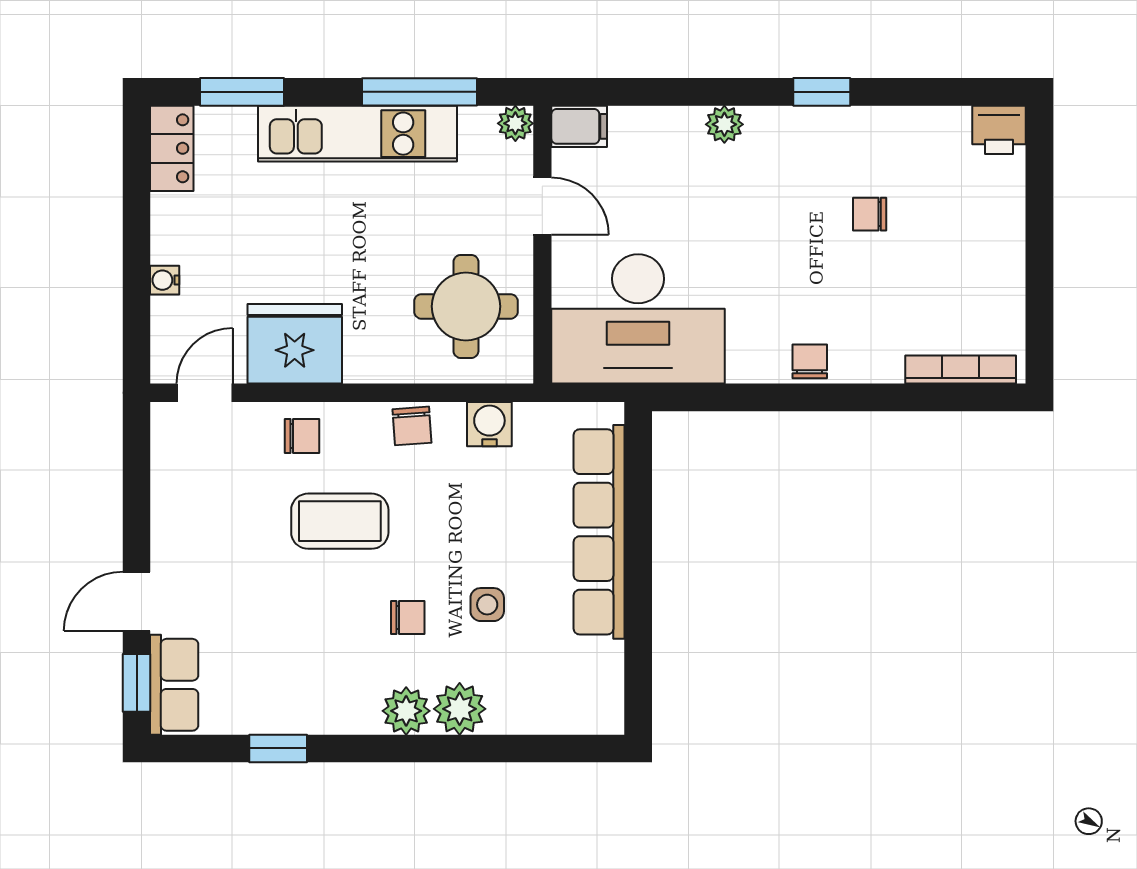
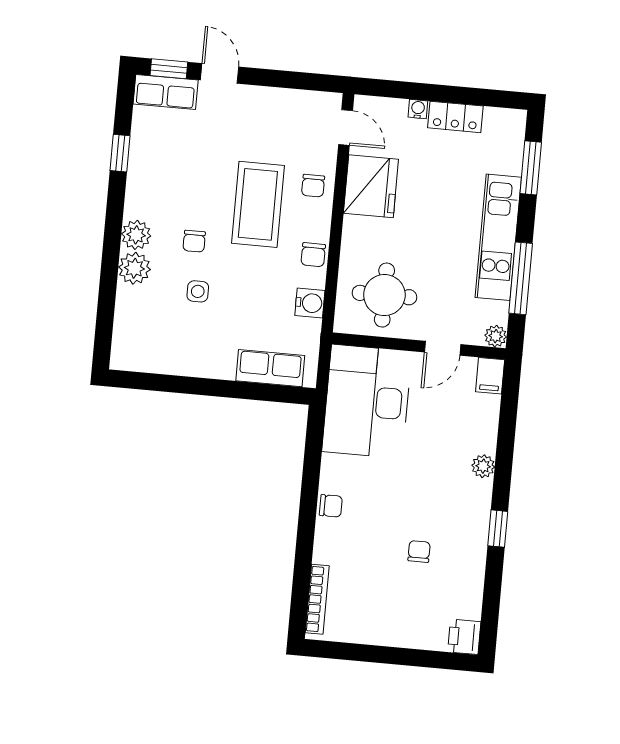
locker: (172, 148) -> (455, 117), moved
chair: (412, 426) -> (313, 255), turned -86
coffee table: (340, 521) -> (258, 204), width x1.36, depth x1.32
row of seats: (599, 532) -> (270, 368), width x0.50

